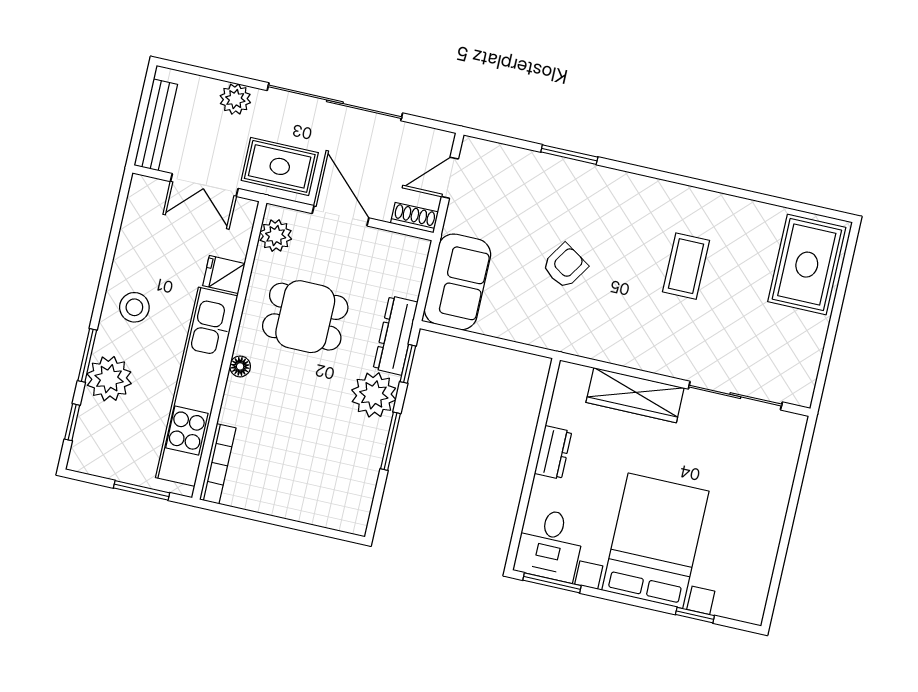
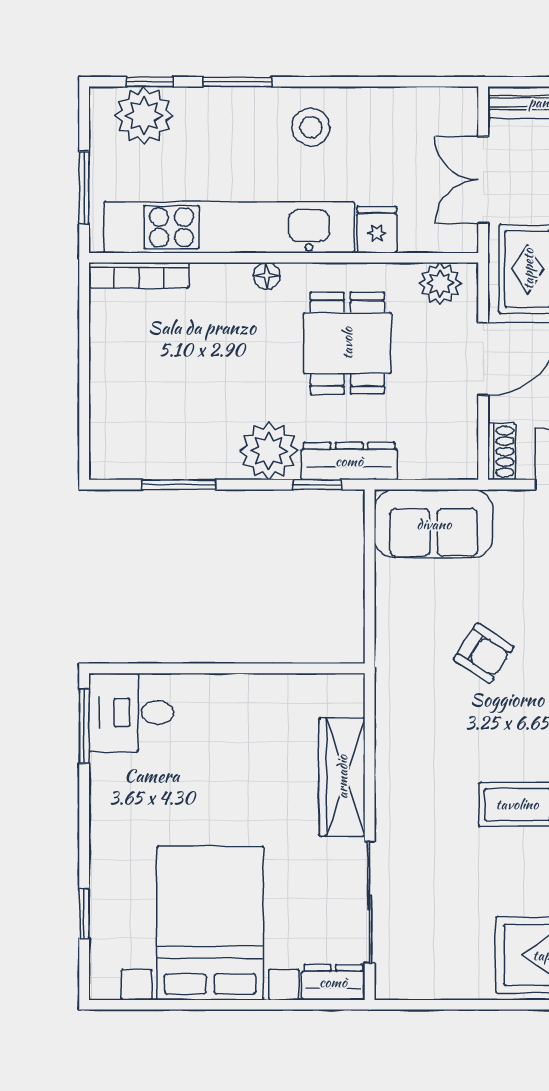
plant: (109, 379) -> (144, 116), moved
window: (390, 441) -> (179, 485), moved
dresser: (553, 452) -> (333, 982), moved, turned 180
bed with nightstands: (655, 541) -> (210, 923), moved, turned -90

